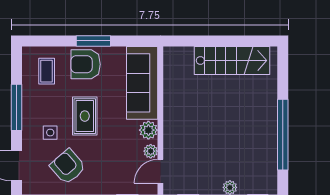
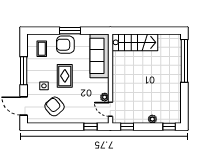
stairs: (232, 60) -> (135, 42), moved
plant: (148, 130) -> (103, 84), removed
window: (283, 135) -> (184, 61), moved
door: (160, 171) -> (110, 109), hinge flipped

